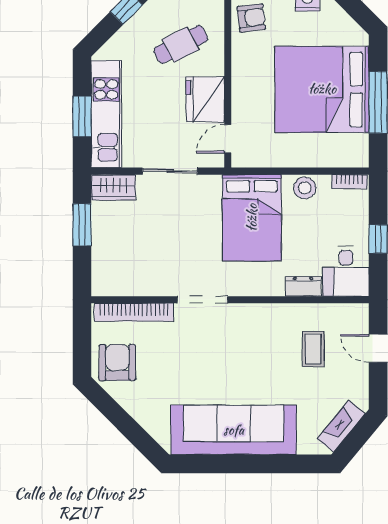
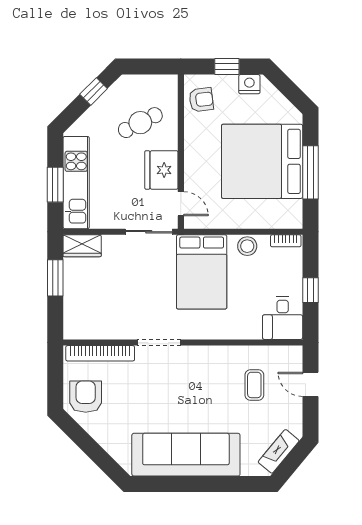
door: (228, 139) -> (181, 204), swing flipped
sliding door: (170, 171) -> (149, 232), moved
dresser: (303, 286) -> (246, 331), removed

